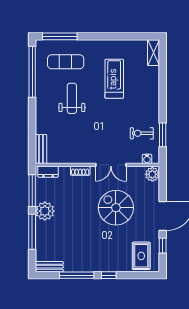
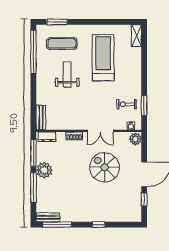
window: (60, 36) -> (57, 22), width x0.69
treadmill: (114, 79) -> (103, 58), width x1.37, depth x1.38
rug: (141, 256) -> (126, 208), removed
window: (77, 275) -> (57, 225), moved

